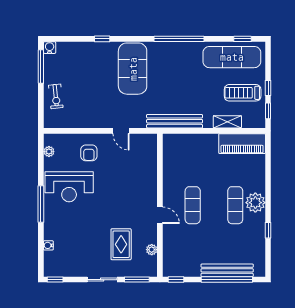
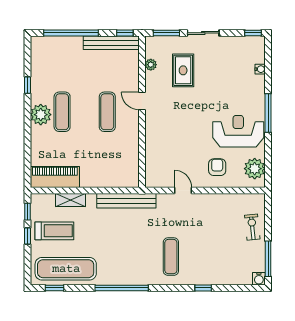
exercise mat: (133, 69) -> (171, 257), width x0.50, depth x0.69
plant: (49, 152) -> (255, 169), width x1.87, depth x1.87
bench: (227, 270) -> (111, 43), moved

